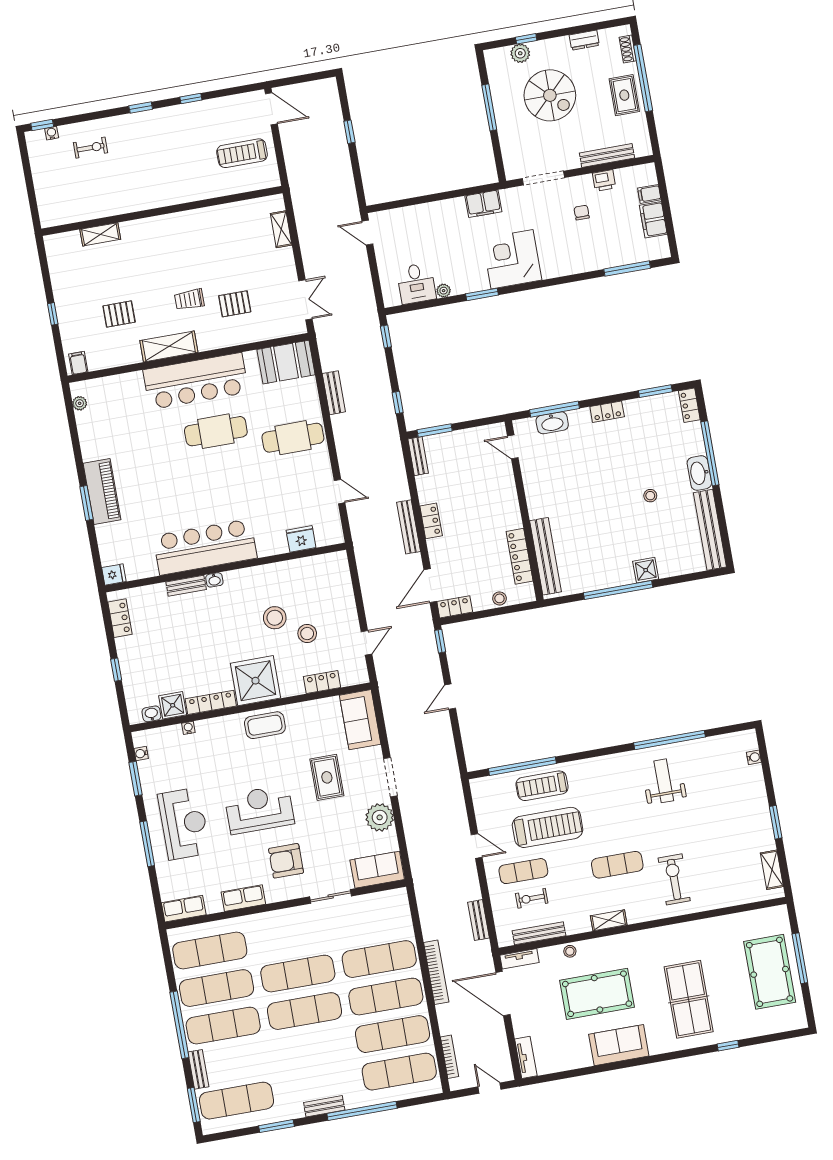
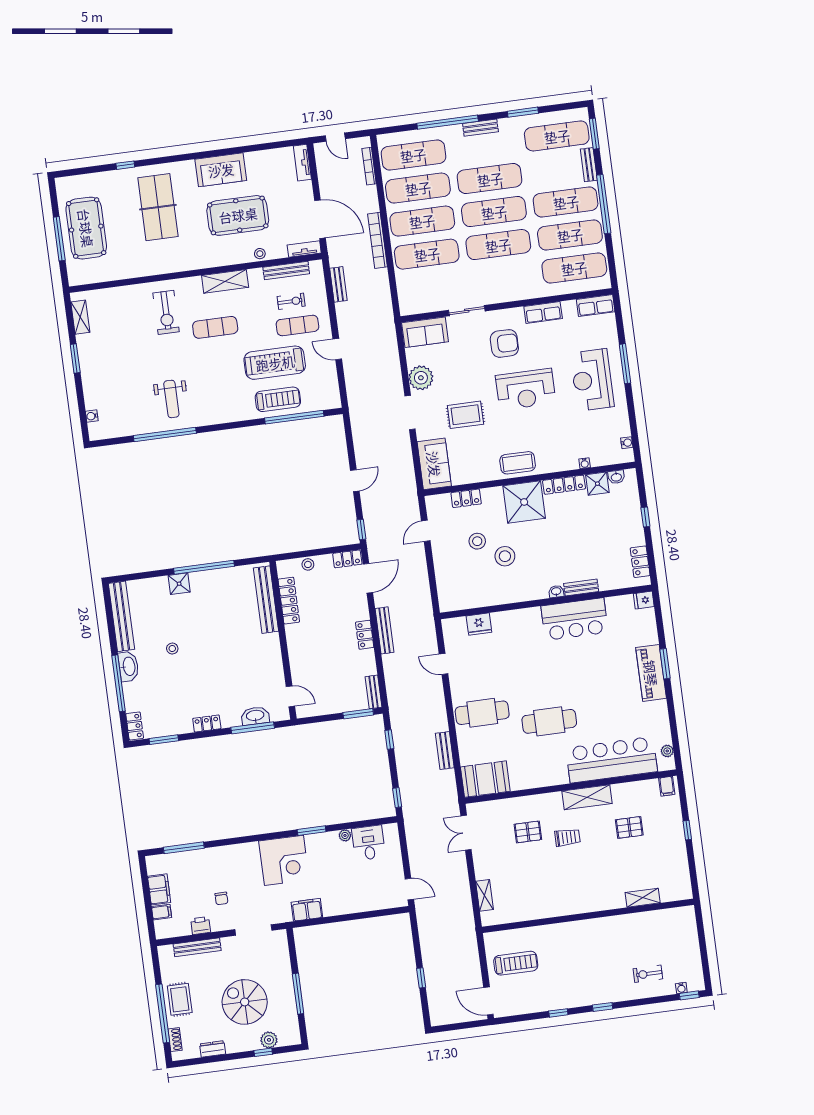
bar counter: (196, 381) -> (612, 760), moved
bar counter: (205, 547) -> (575, 619), width x0.73
rug: (327, 777) -> (465, 415), turned 90
window: (136, 779) -> (633, 421), removed
shelving: (609, 920) -> (225, 281), width x1.50, depth x1.33
exercise mat: (311, 1049) -> (490, 179), added

